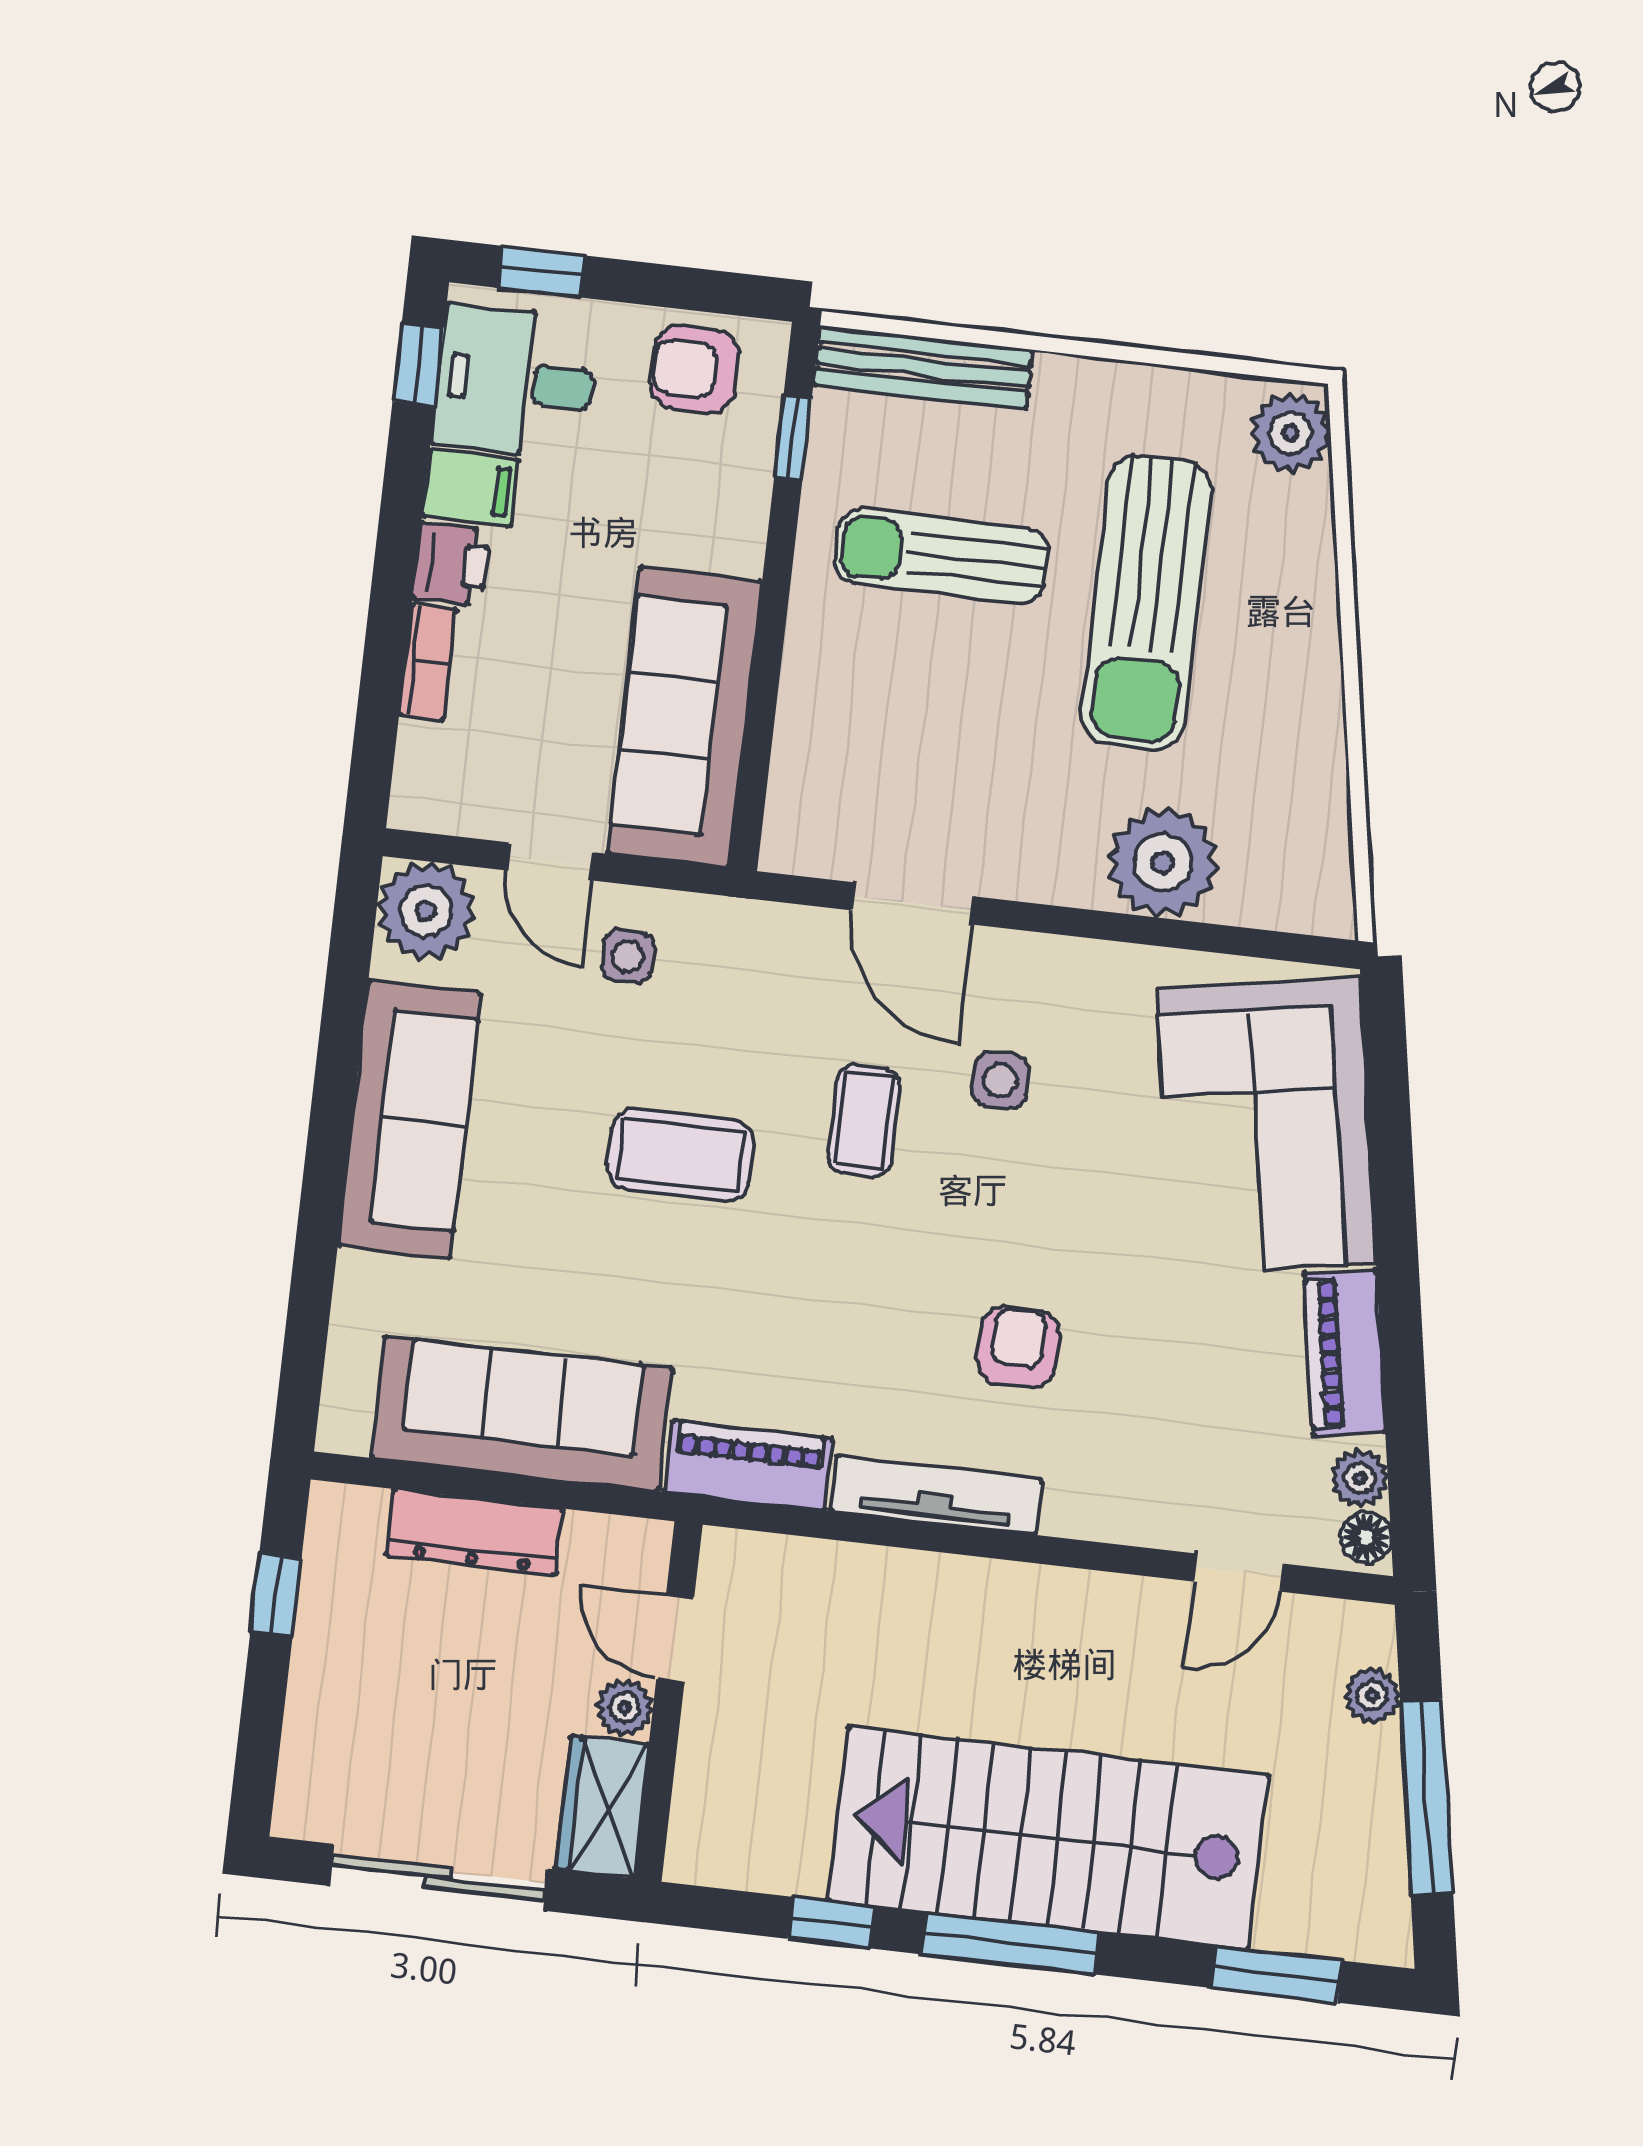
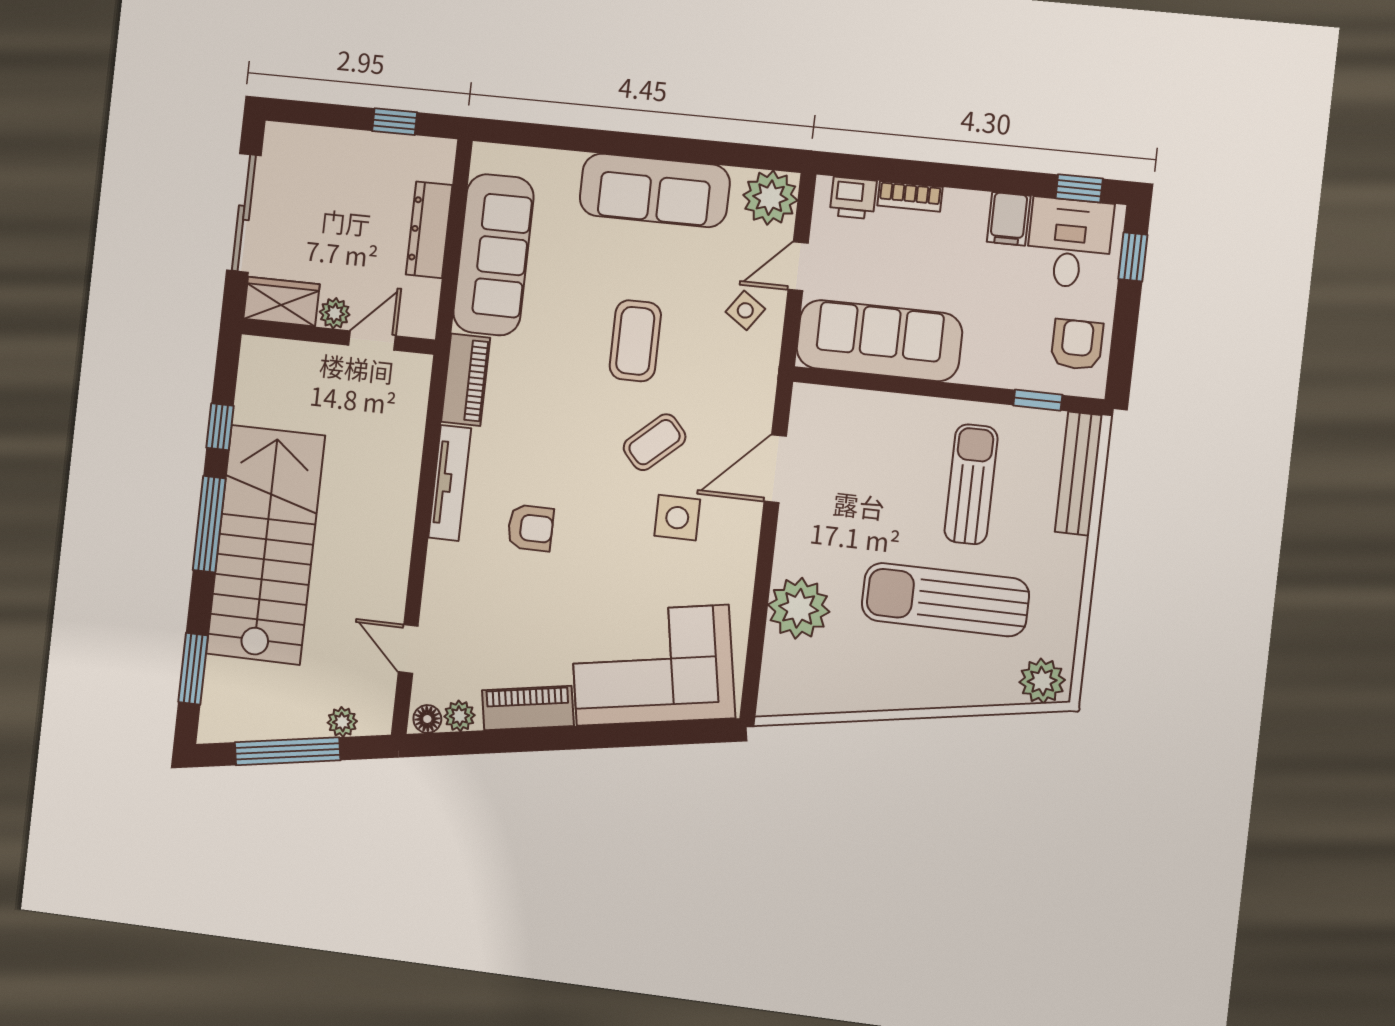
printer: (452, 564) -> (853, 198), moved
side table: (628, 956) -> (745, 310), turned 35
side table: (1000, 1080) -> (677, 518), width x1.37, depth x1.37
coffee table: (864, 1121) -> (655, 442), turned -42

